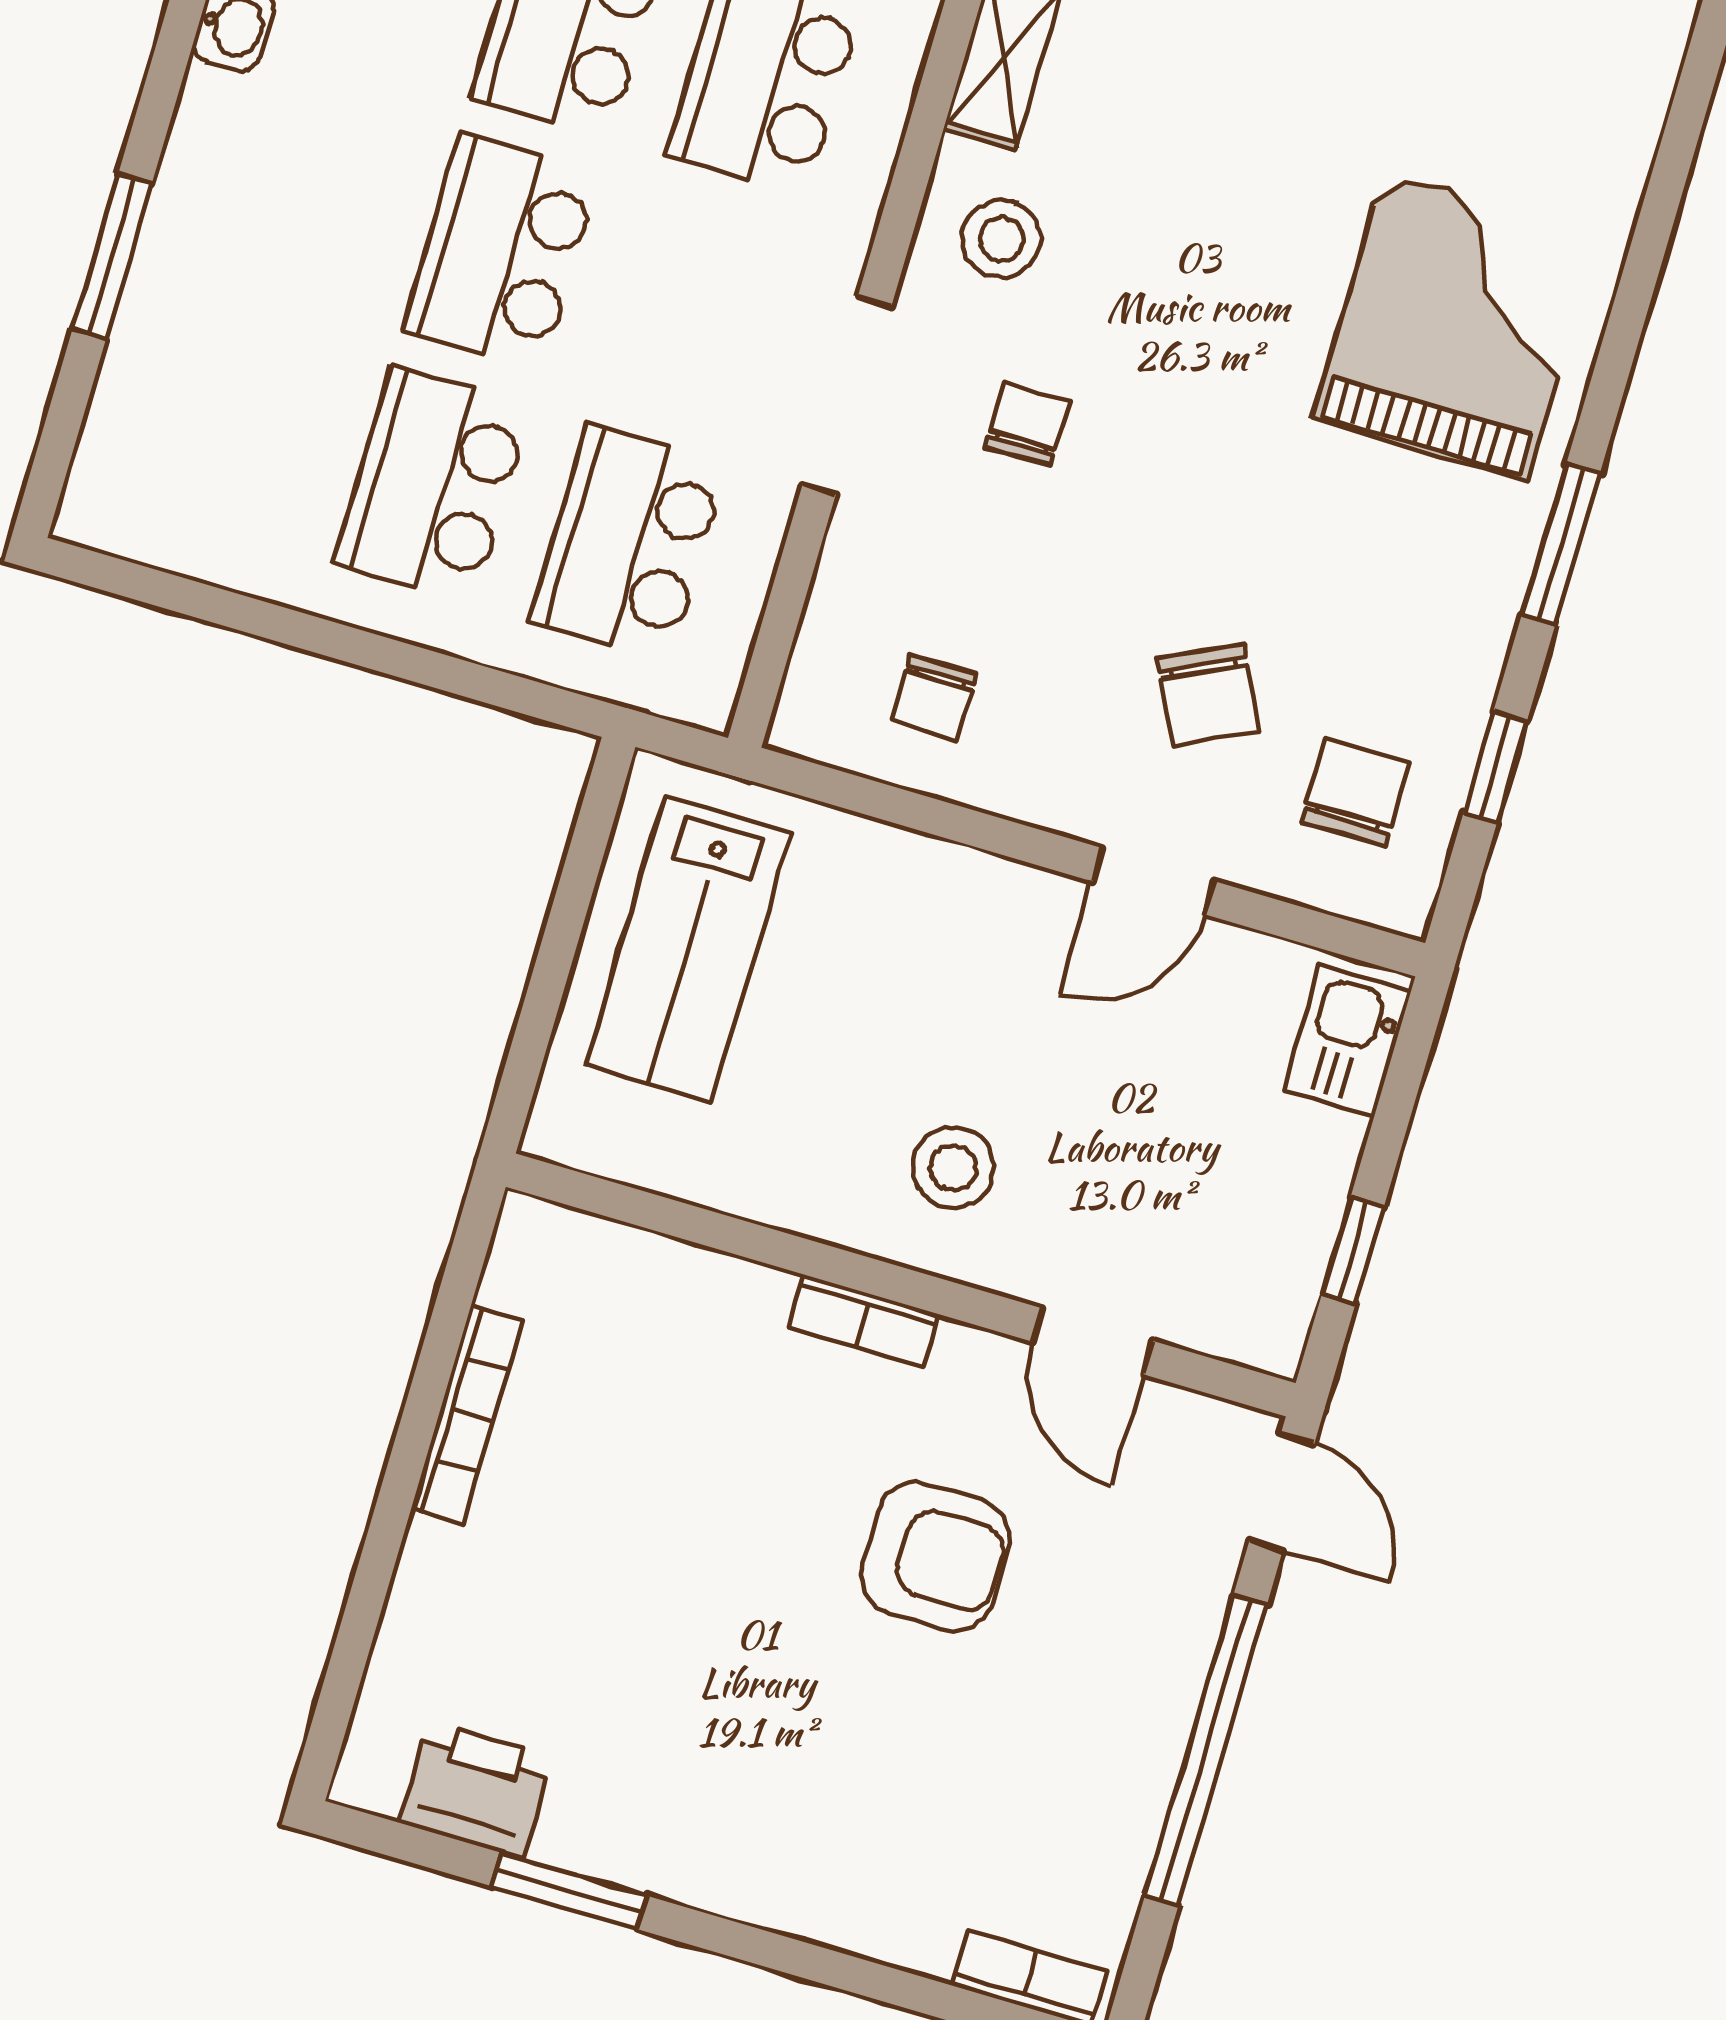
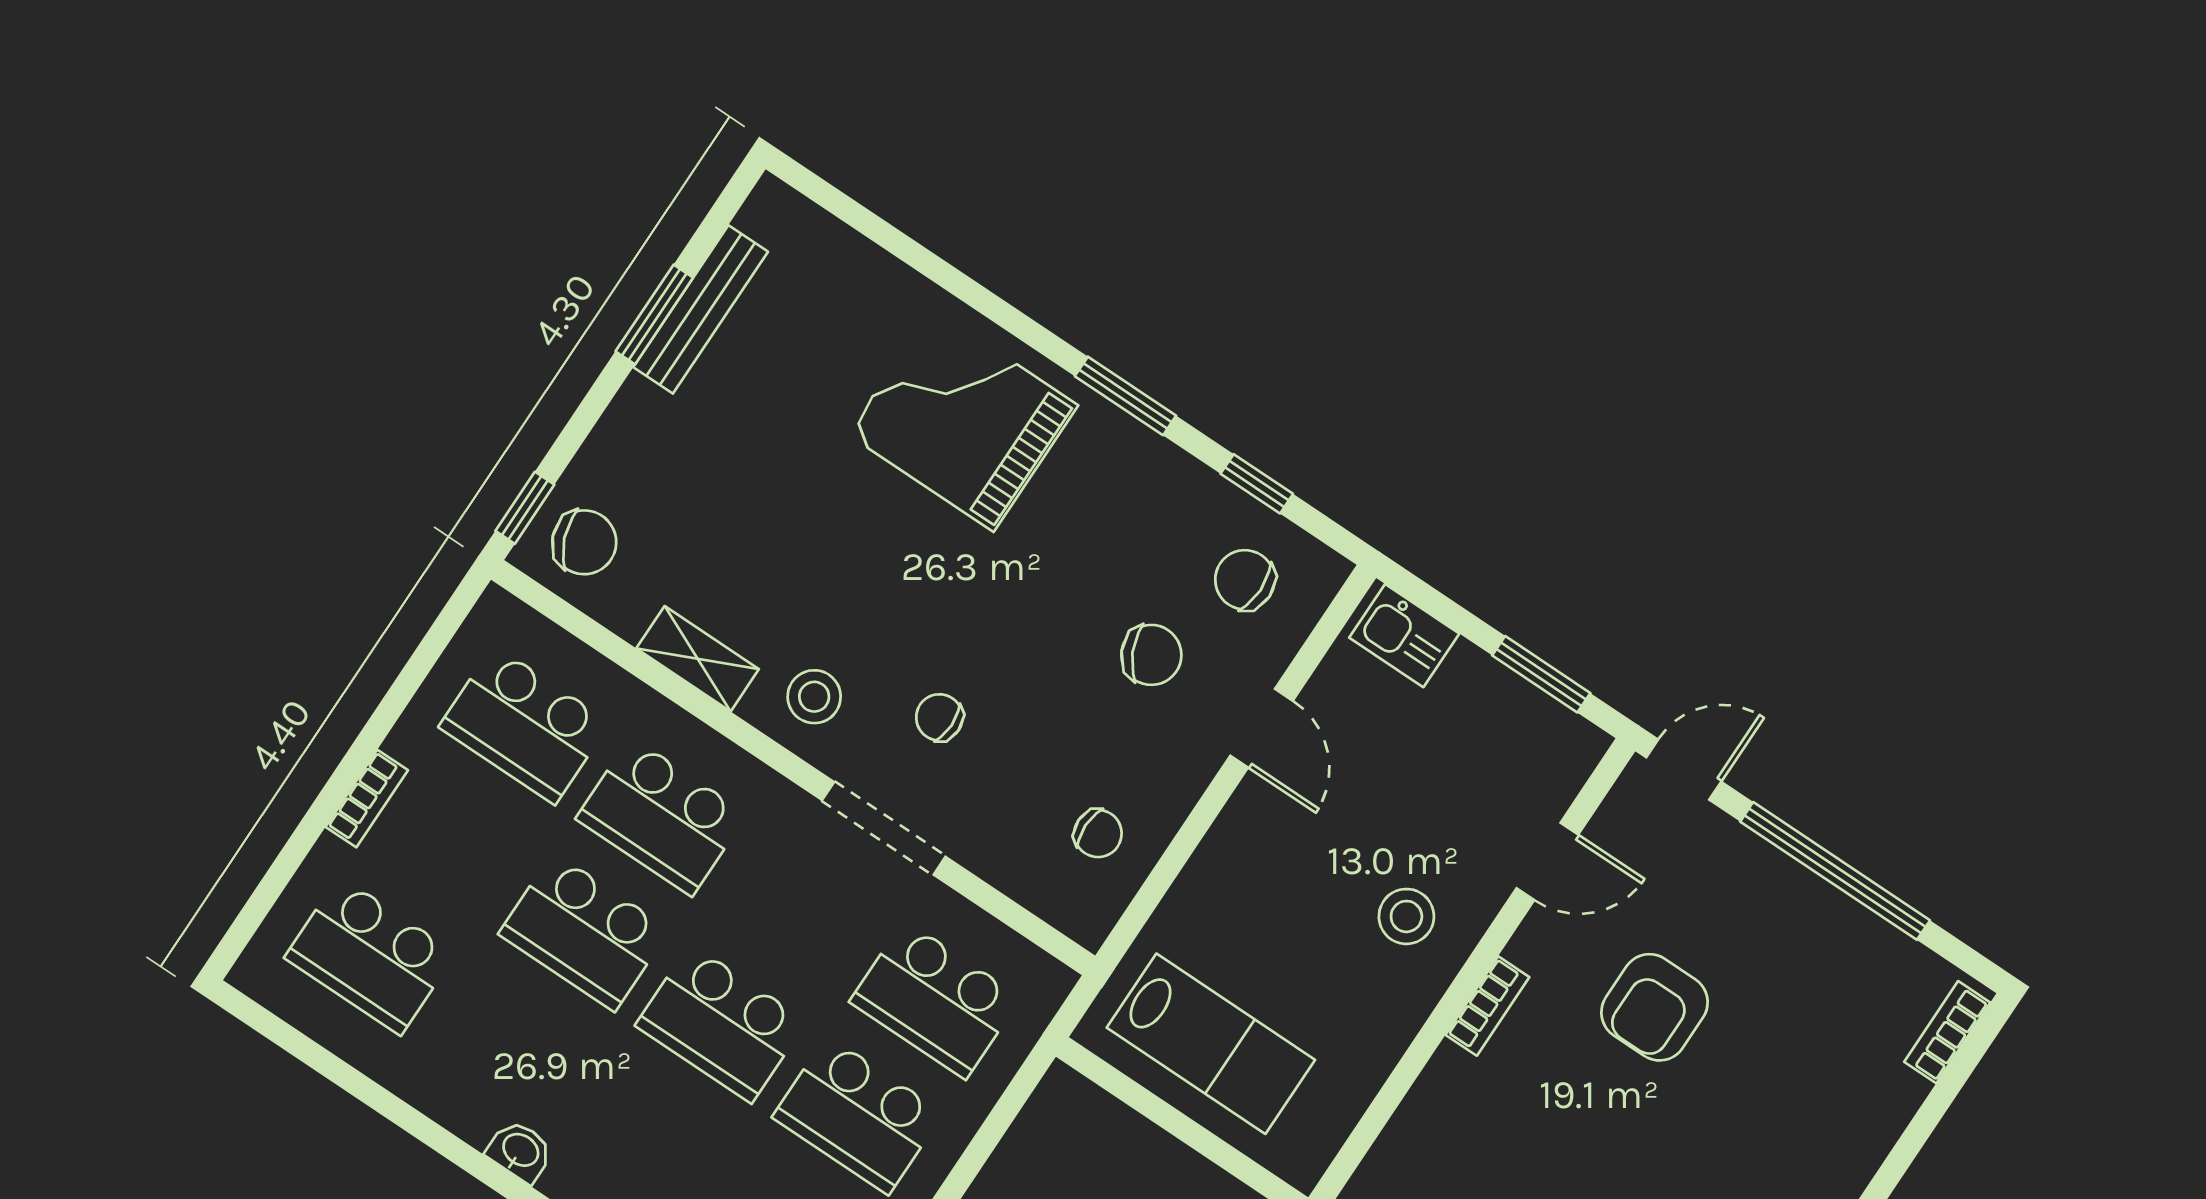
window: (1353, 1251) -> (1541, 674), width x1.50
armchair: (935, 1556) -> (1654, 1007), turned 180

